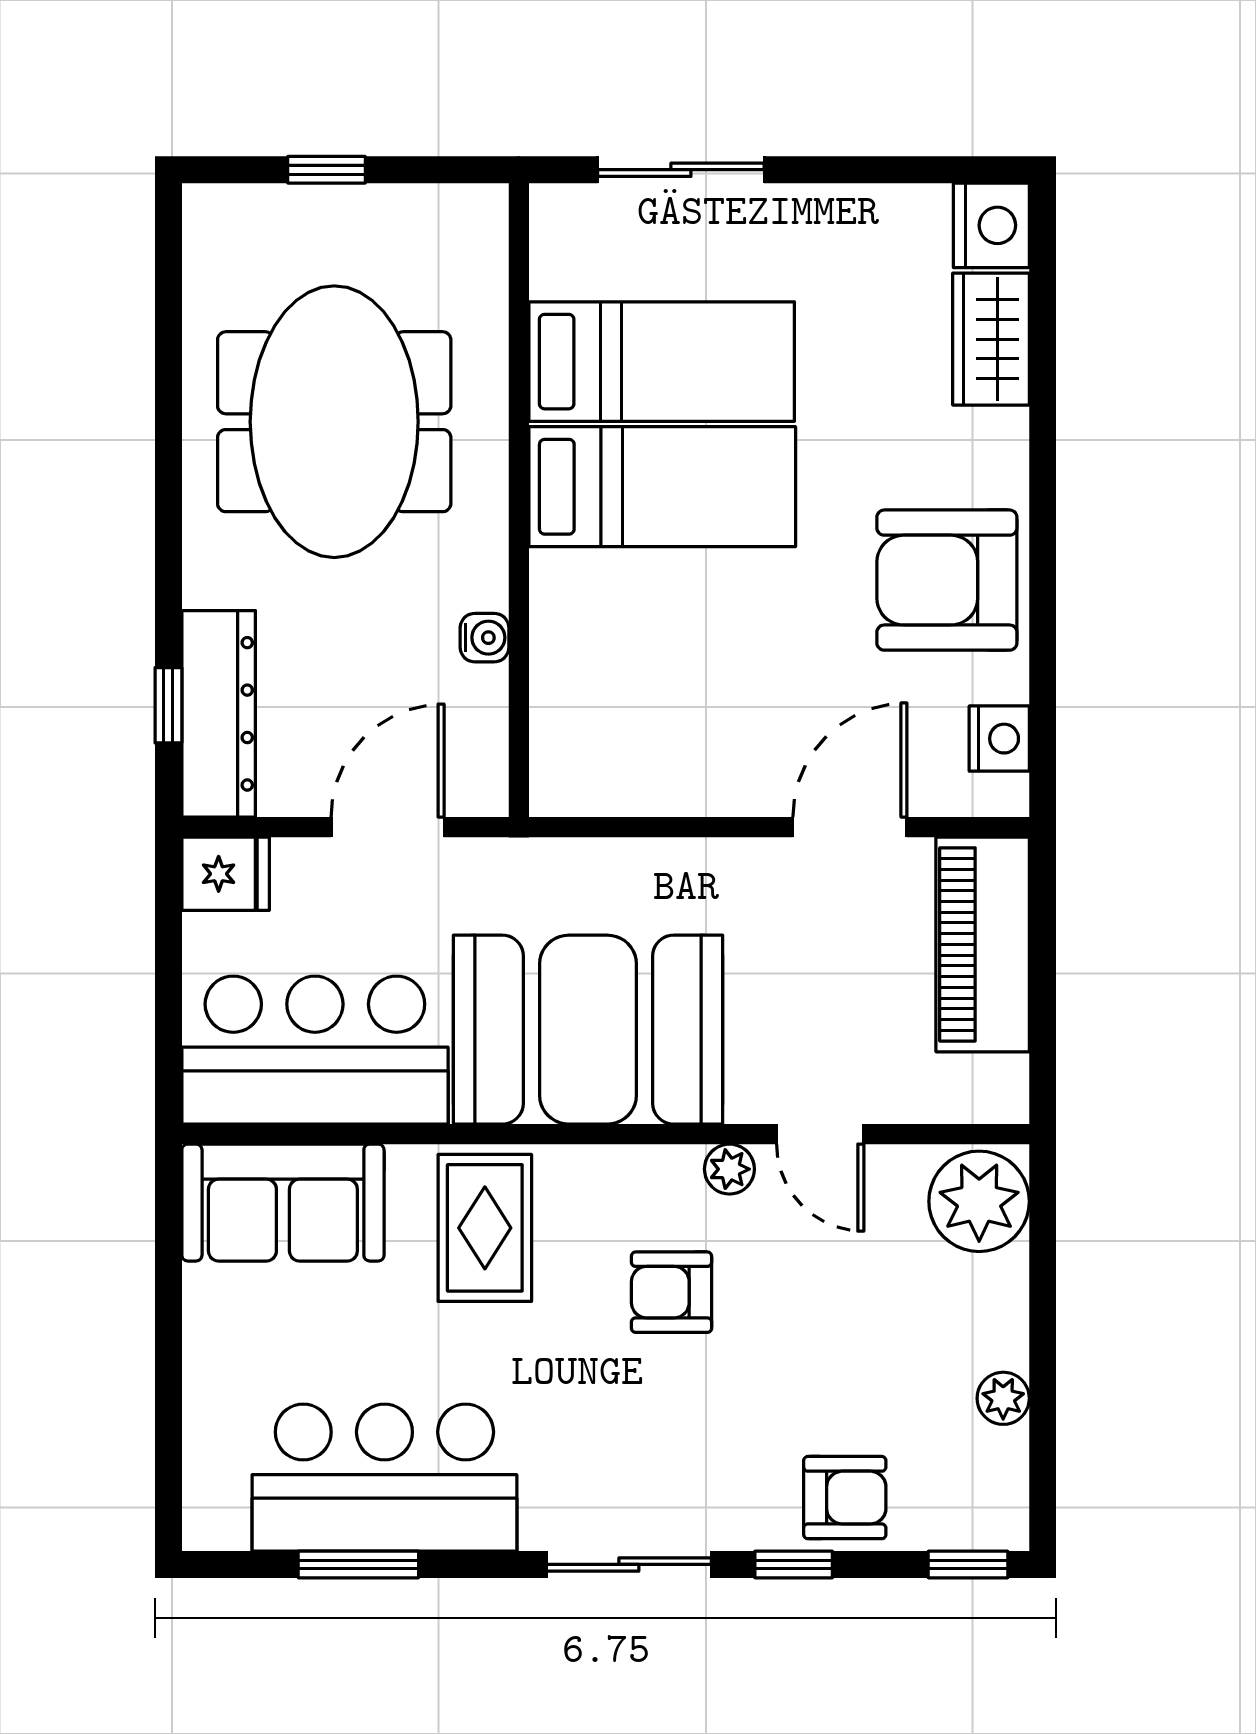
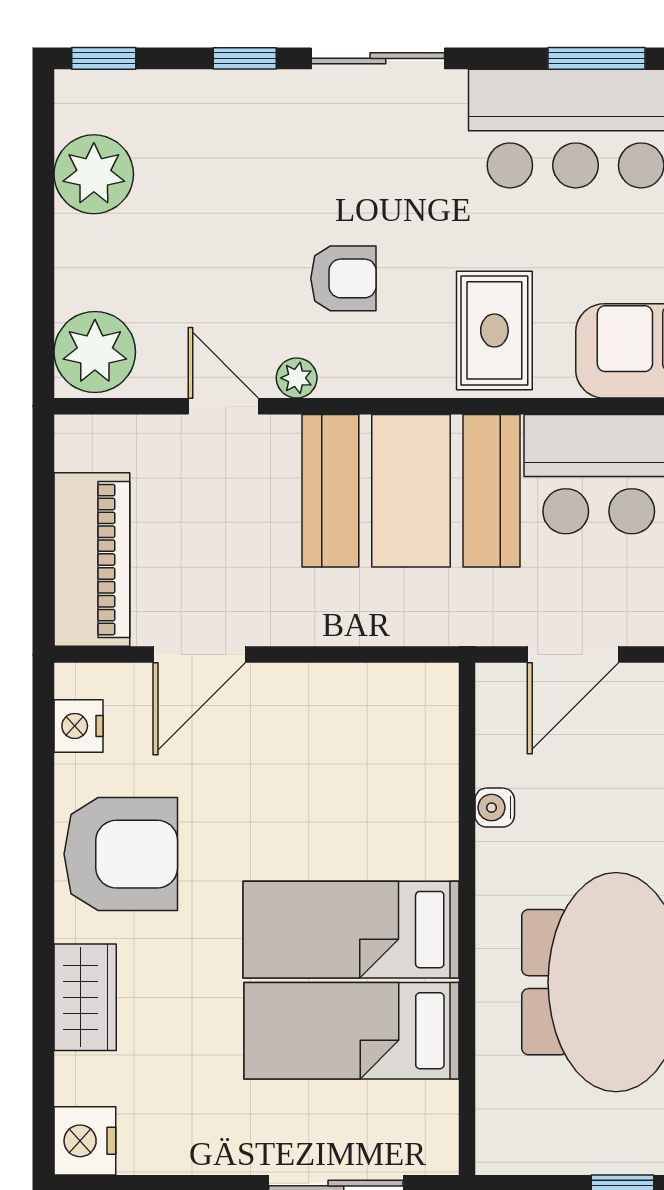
wardrobe: (991, 339) -> (85, 997), moved
plant: (1003, 1398) -> (94, 174), width x1.88, depth x1.88
armchair: (845, 1498) -> (203, 112), removed

